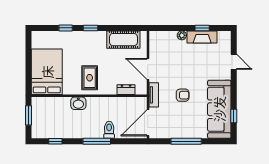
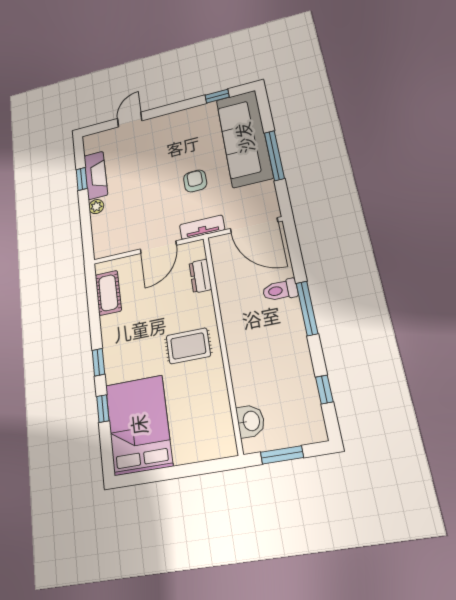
cot: (123, 40) -> (108, 293), width x0.73, depth x0.75
bed: (47, 72) -> (138, 425), moved, turned 90
washbasin: (78, 103) -> (251, 421), moved
sofa: (219, 109) -> (244, 138), moved, turned 90

